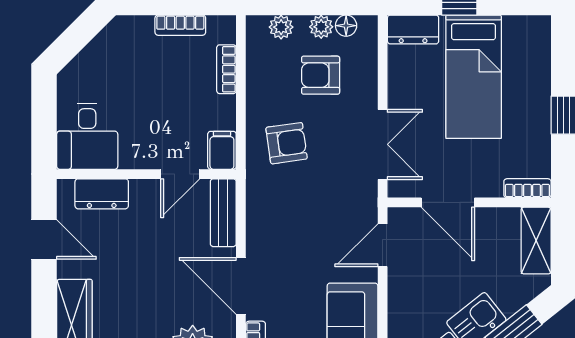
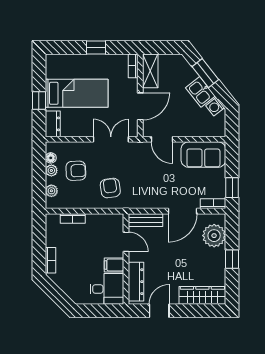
bookcase: (180, 25) -> (50, 260), moved
armchair: (321, 75) -> (76, 171), turned -92
filing cabinet: (222, 150) -> (114, 265), moved
dresser: (102, 194) -> (136, 282), width x1.44
shelving: (536, 241) -> (150, 71), moved, turned 90

